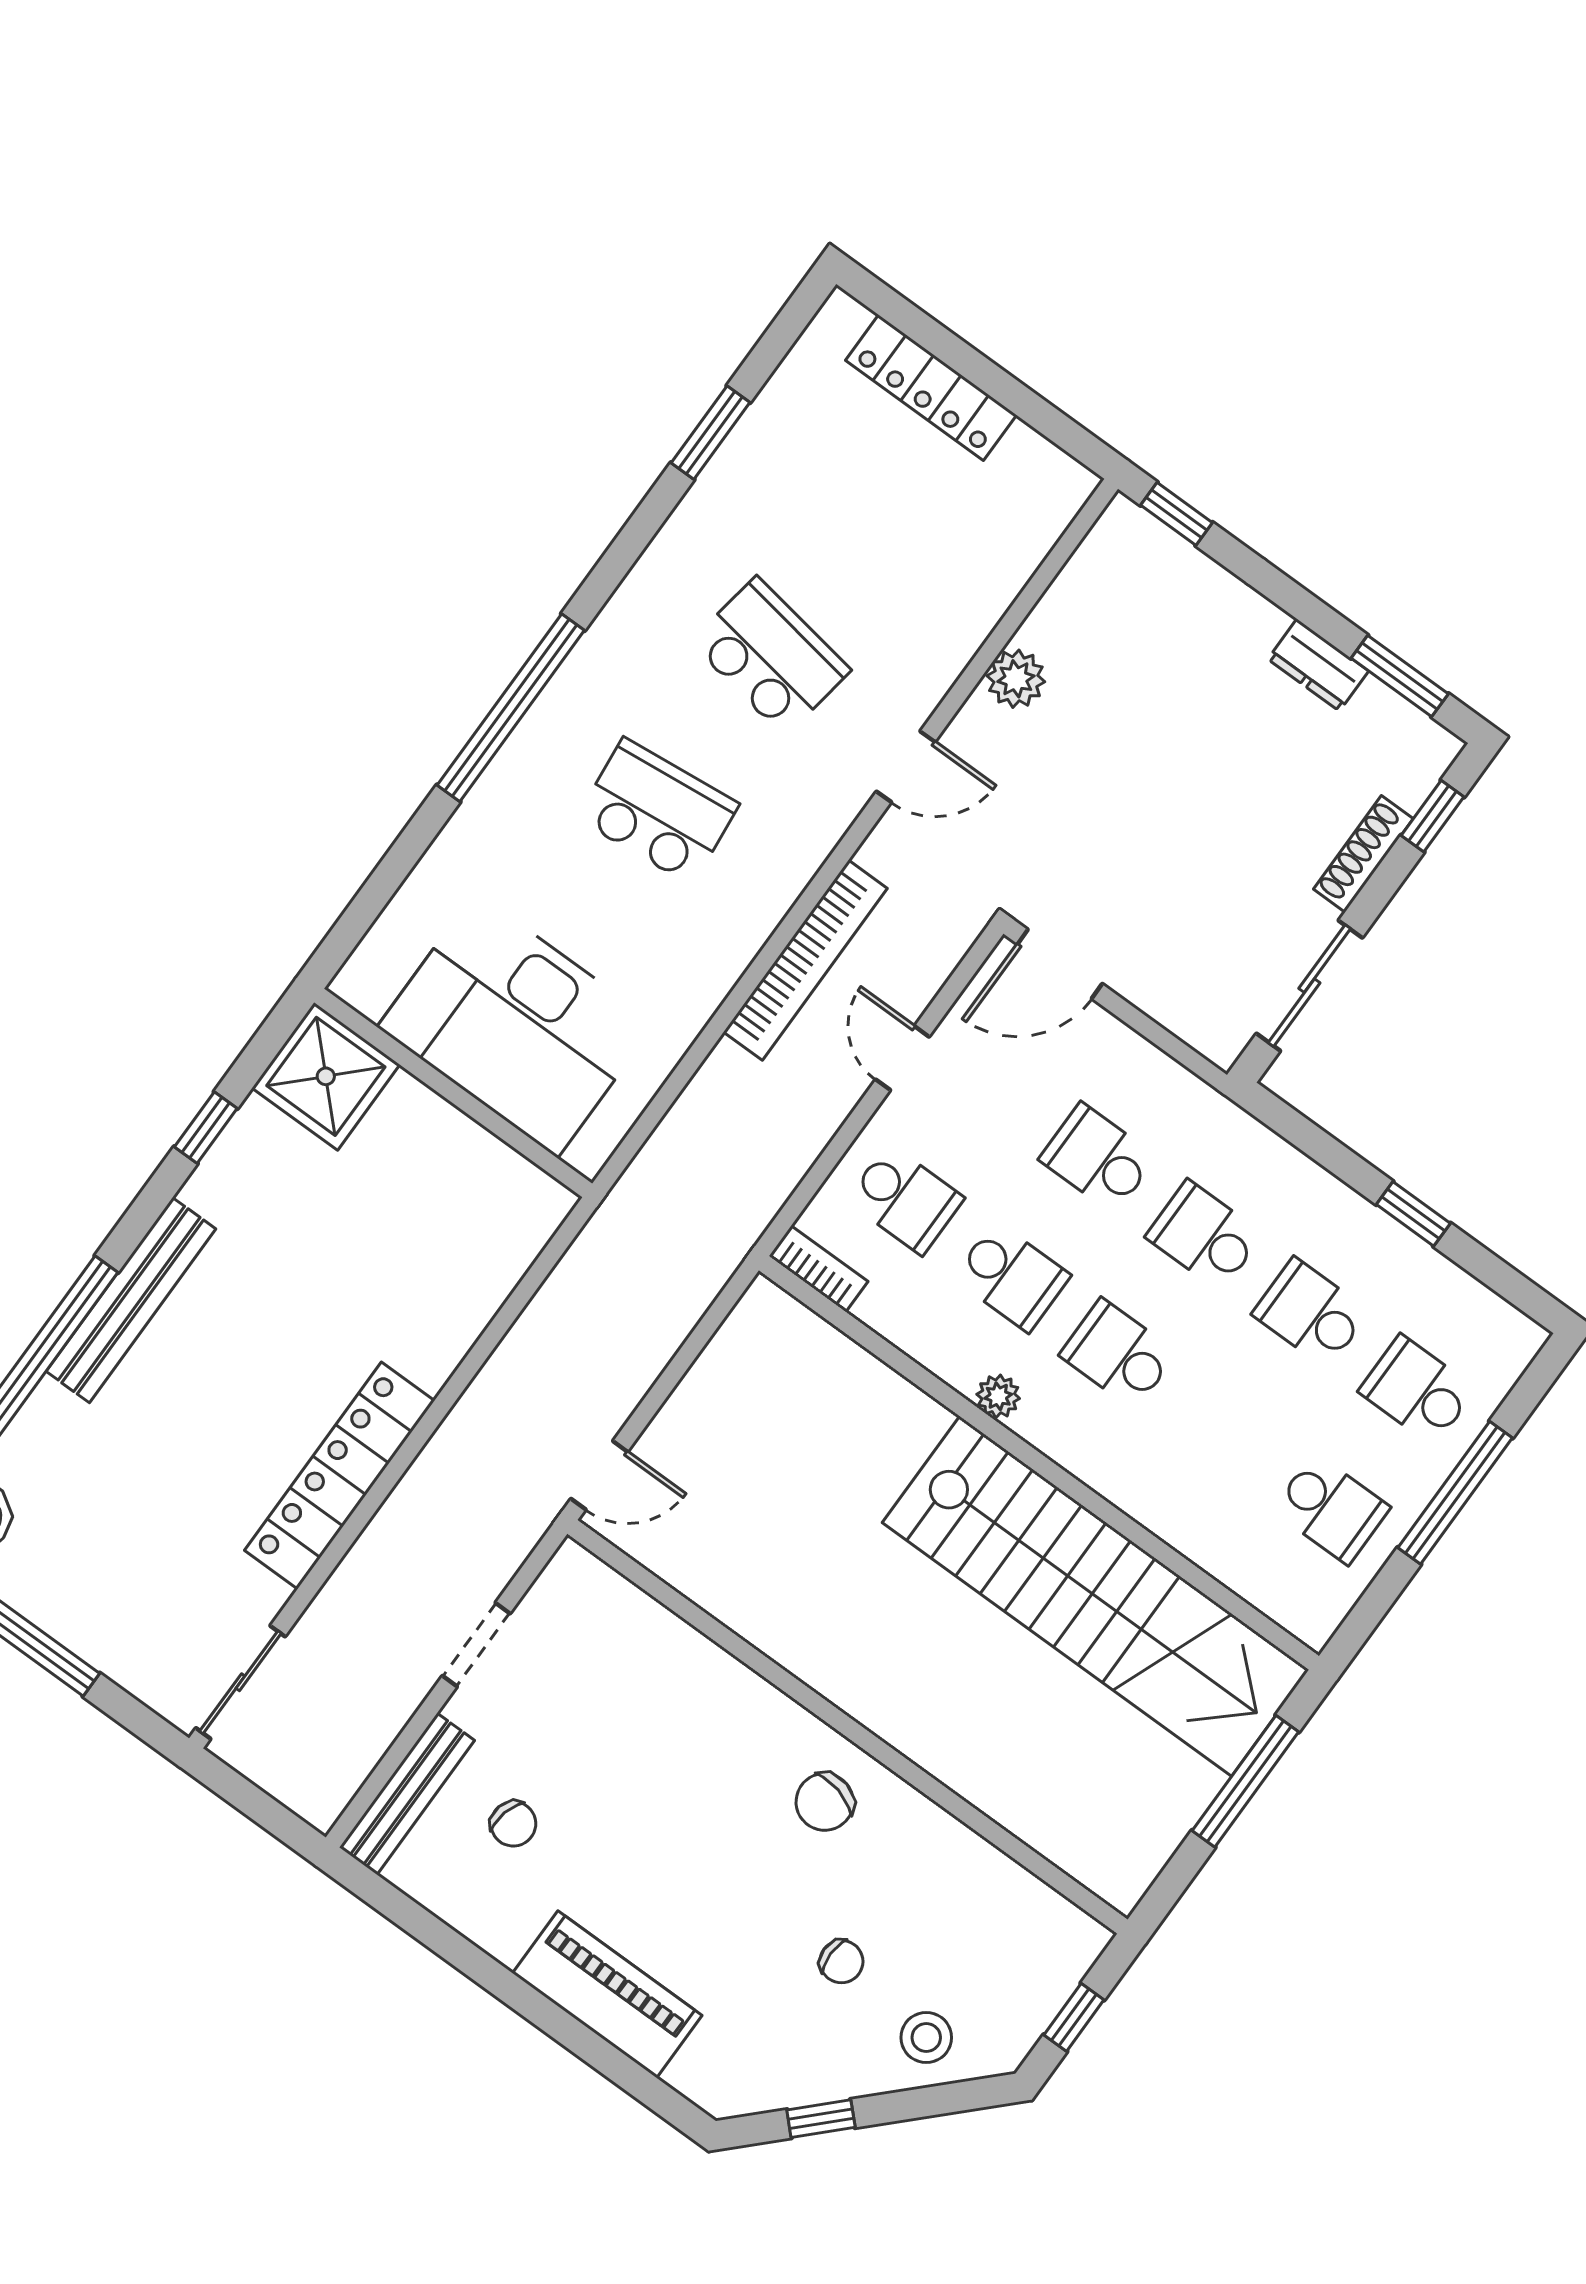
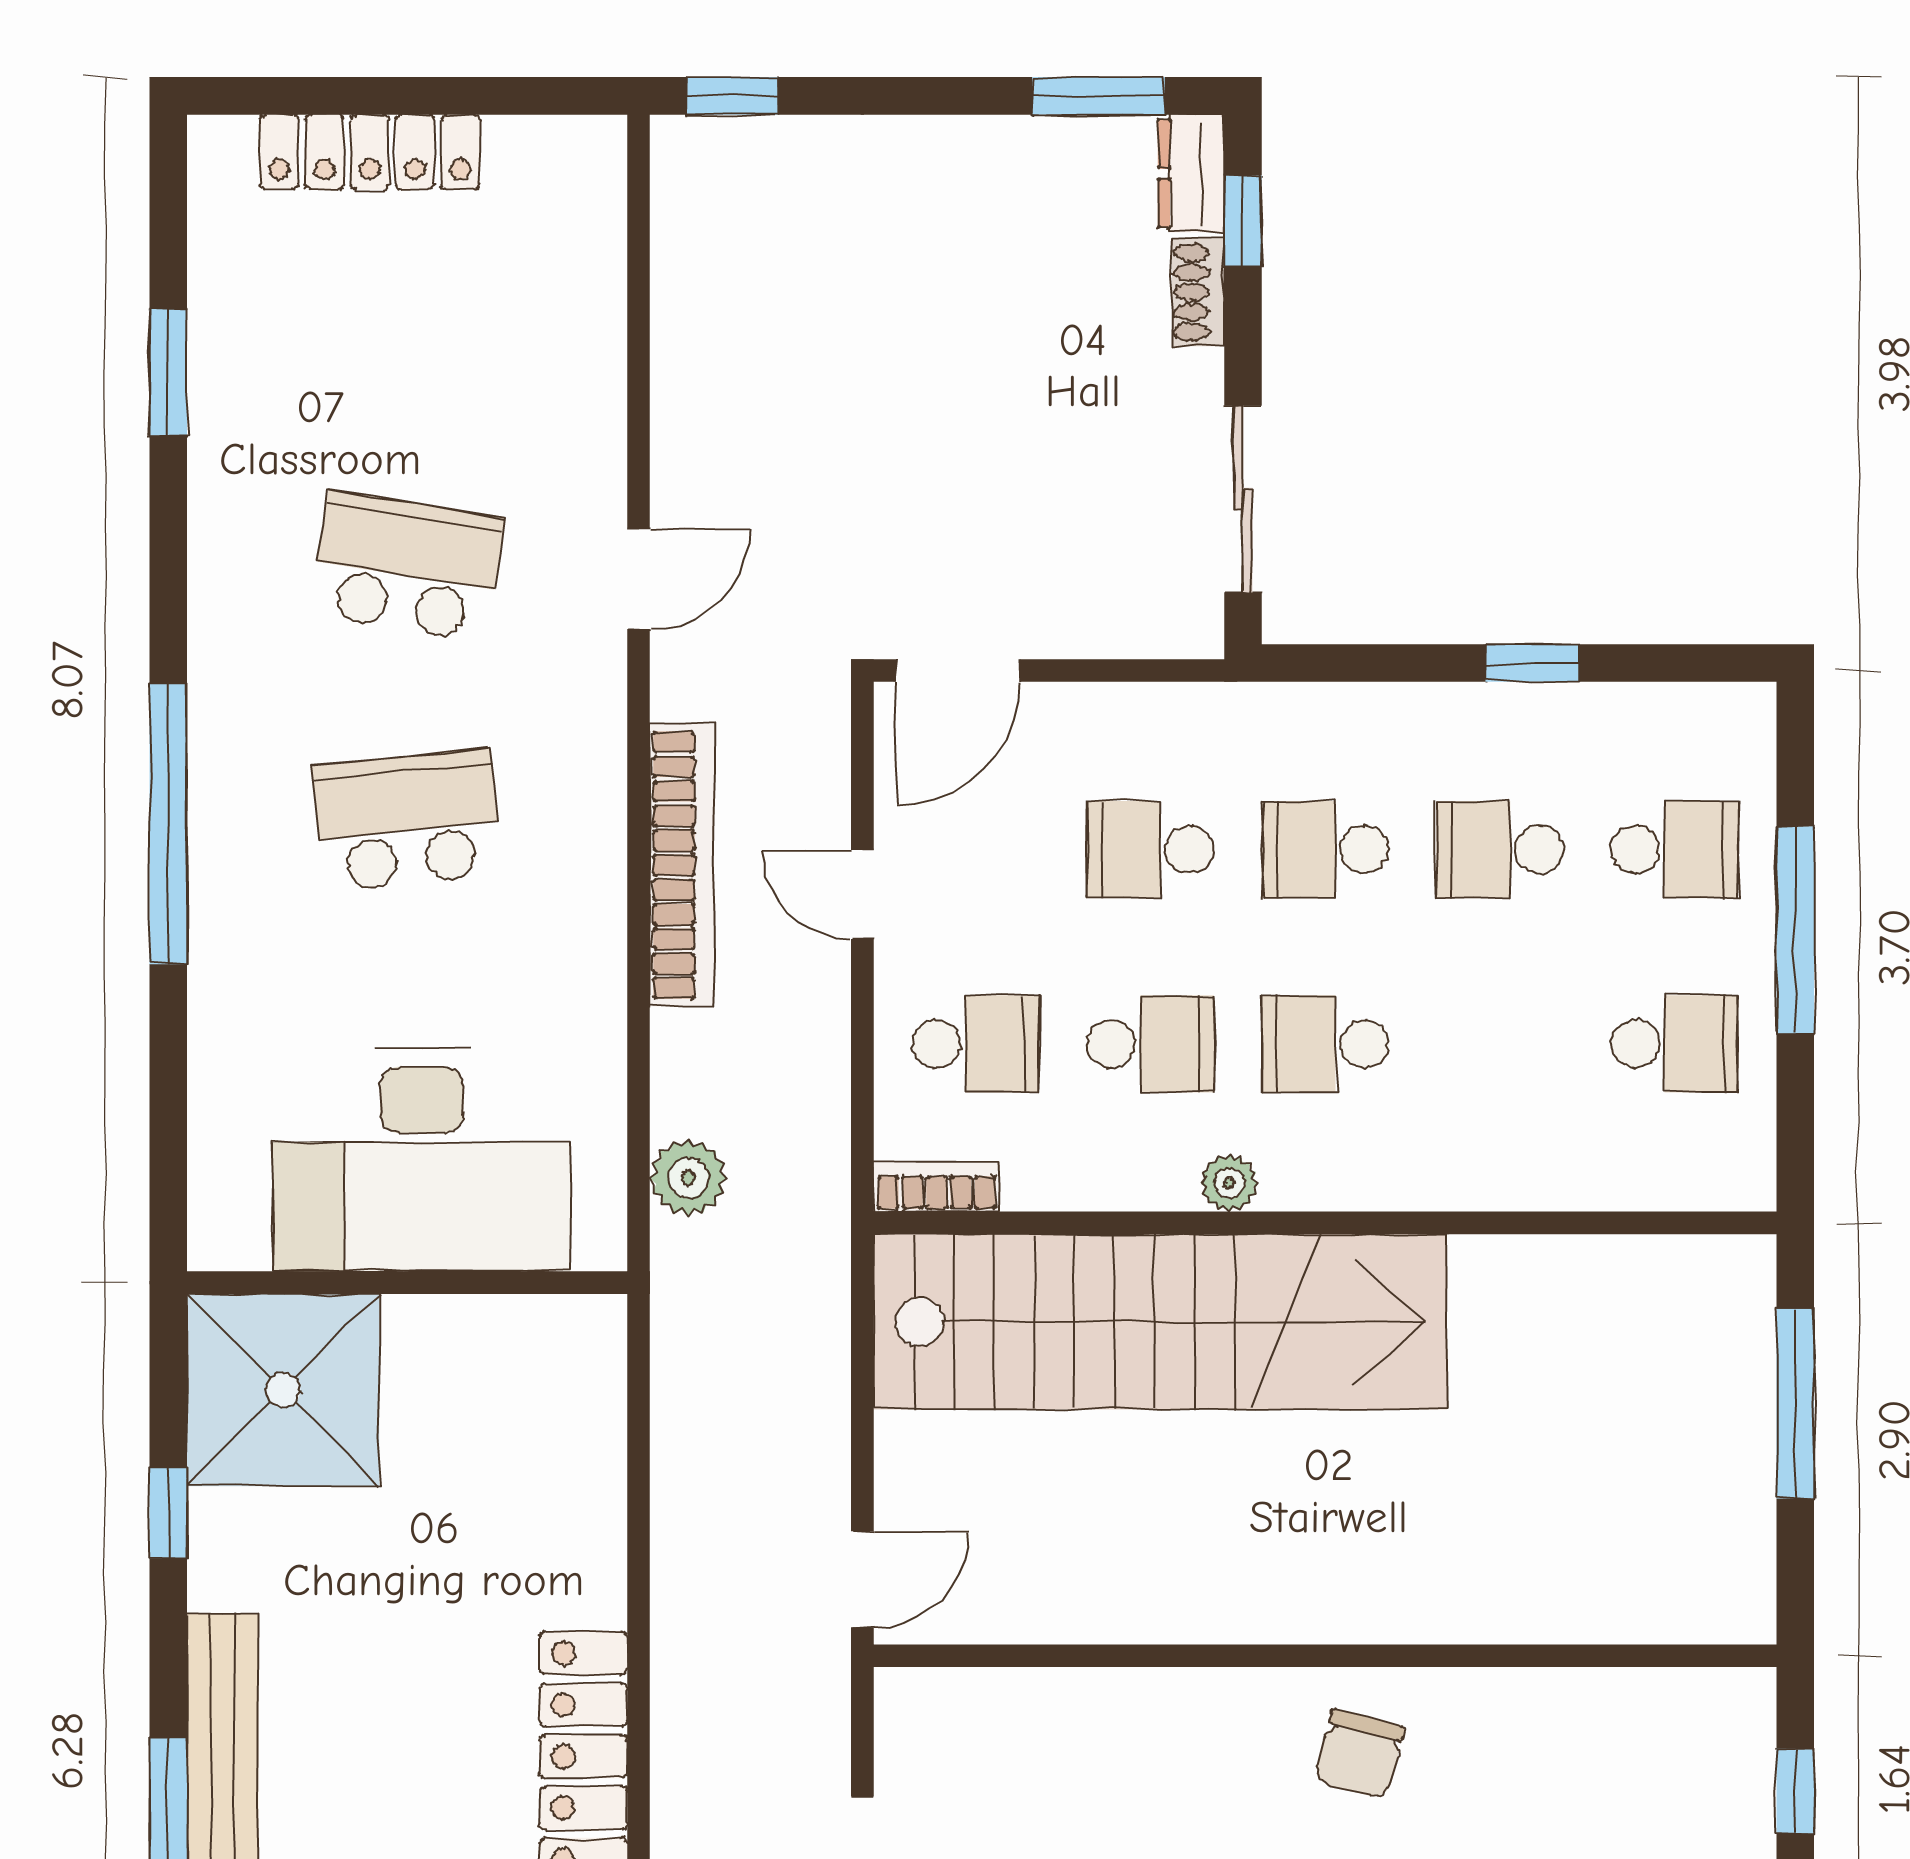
dresser: (1318, 665) -> (1191, 173), moved, turned 90
plant: (1016, 679) -> (688, 1178), moved
shoe rack: (1363, 854) -> (1198, 292), width x0.70
shower: (326, 1076) -> (283, 1390), width x1.37, depth x1.37
school desk: (1417, 1390) -> (1675, 850), turned 180
stairs: (1096, 1596) -> (1160, 1322), moved

